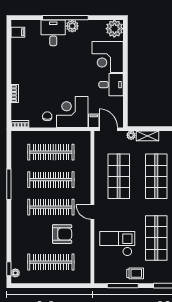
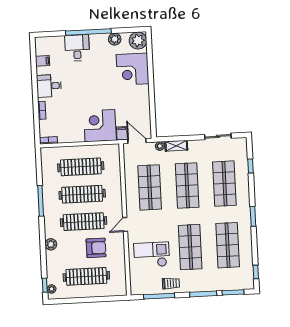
plant: (72, 26) -> (115, 39), moved
filing cabinet: (18, 32) -> (42, 61), moved
desk: (111, 85) -> (49, 86), moved, turned 180
chair: (47, 116) -> (75, 131), removed
door: (92, 212) -> (125, 224), hinge flipped
plant: (17, 228) -> (51, 244), added

